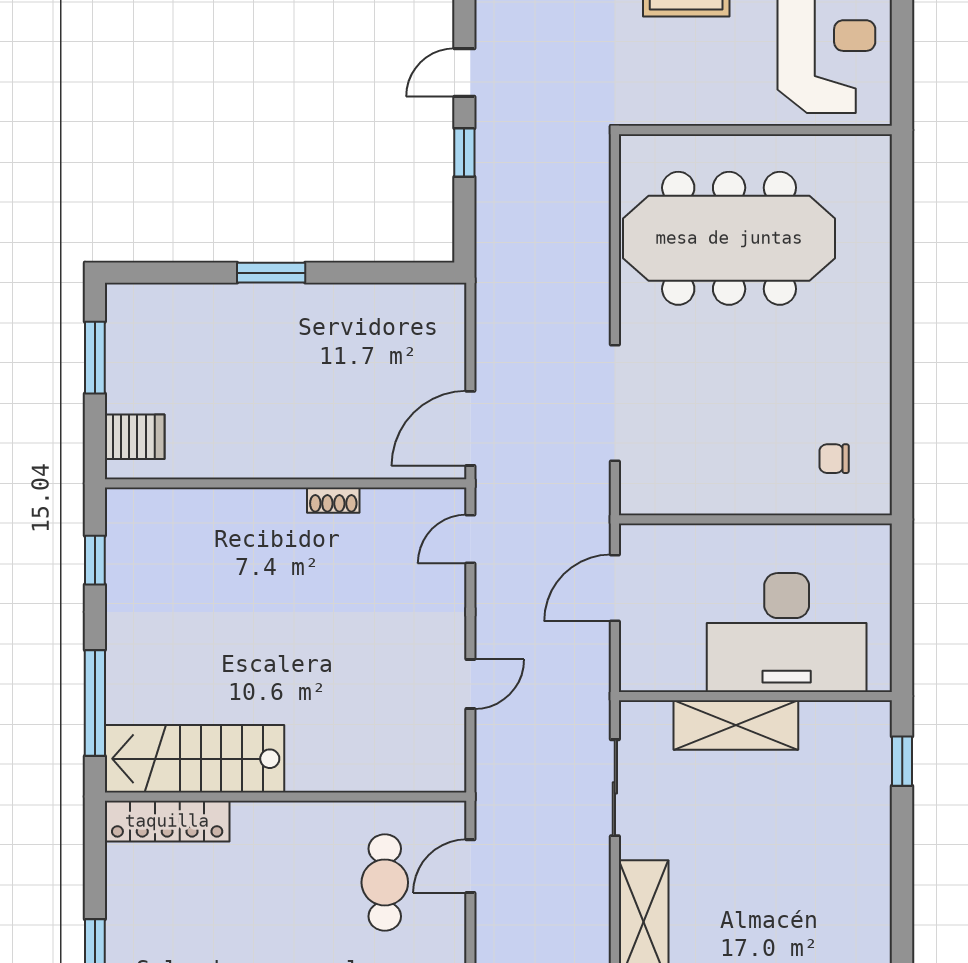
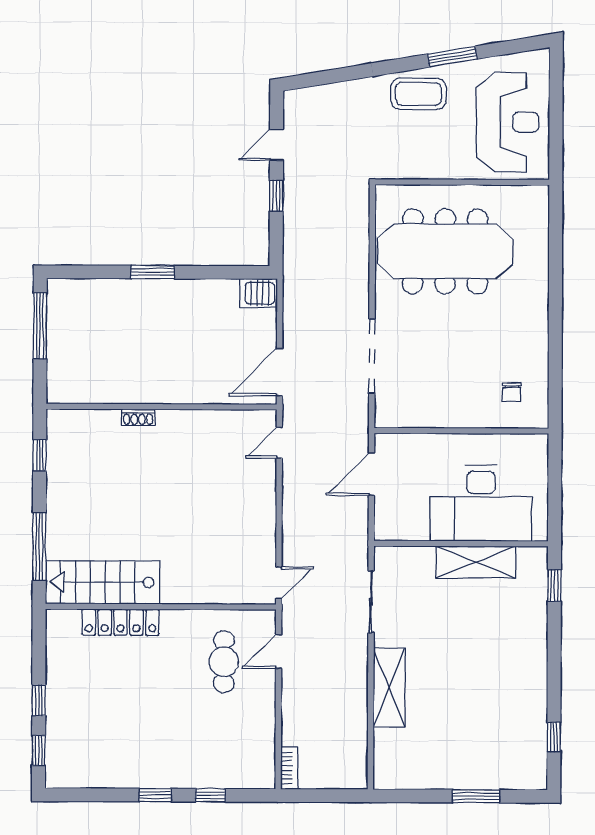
window: (95, 358) -> (40, 326), width x1.44
server rack: (135, 437) -> (258, 293), moved, turned 180
chair: (834, 459) -> (512, 392), turned -90
shoe rack: (333, 500) -> (138, 417), moved
door: (470, 684) -> (279, 583), moved
shelving: (736, 725) -> (476, 562), moved
locker: (167, 821) -> (121, 622), moved

